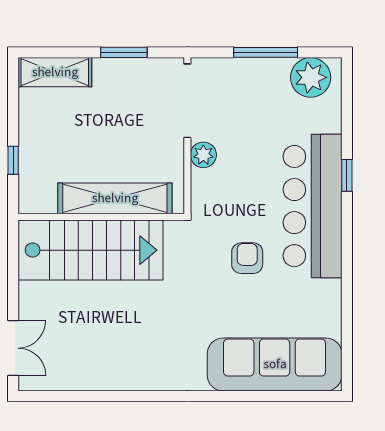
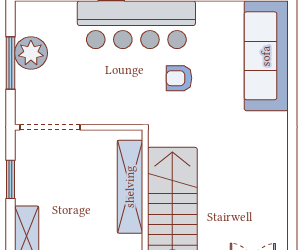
plant: (311, 77) -> (31, 53), moved
plant: (203, 155) -> (94, 114), removed

